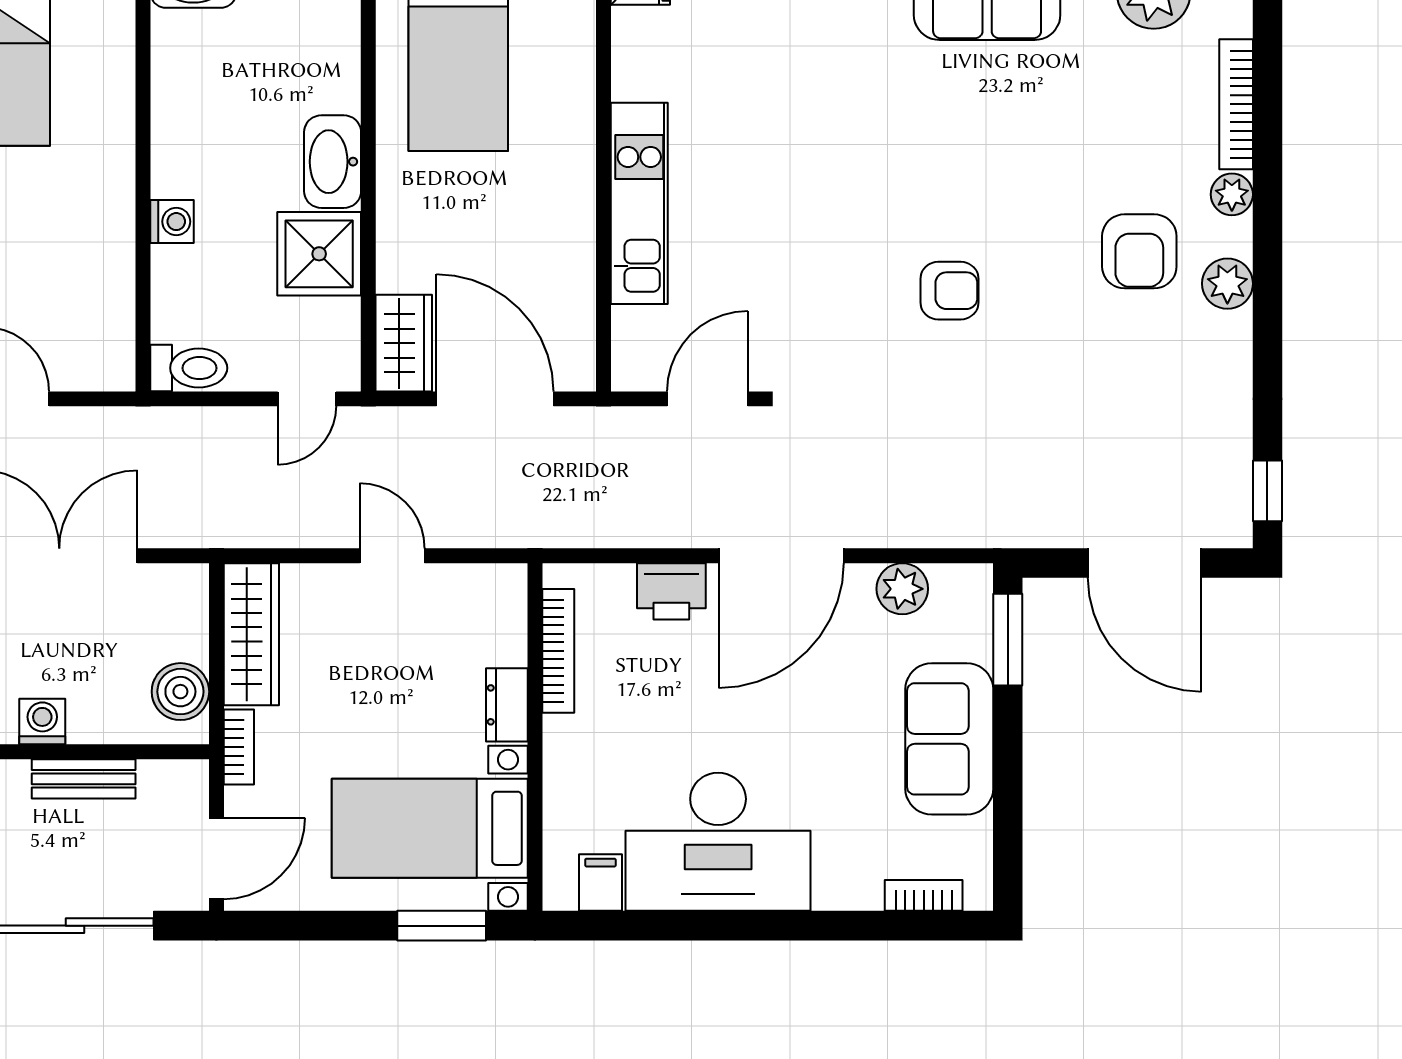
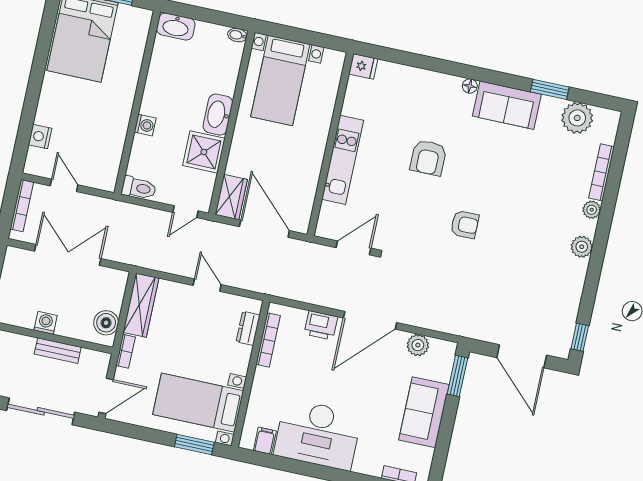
armchair: (1139, 251) -> (428, 158), moved
dresser: (507, 705) -> (248, 328), moved

